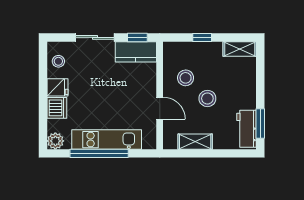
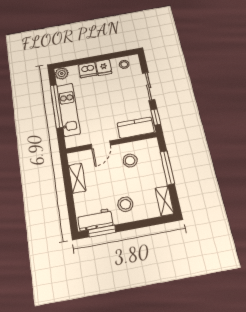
window: (202, 37) -> (167, 168), width x2.17
kitchen counter: (136, 52) -> (136, 128), moved, turned 90
stool: (207, 98) -> (125, 204), moved

